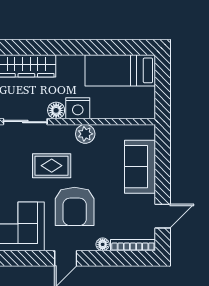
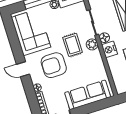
plant: (85, 134) -> (92, 44), moved
sofa: (140, 167) -> (88, 95), width x1.36

